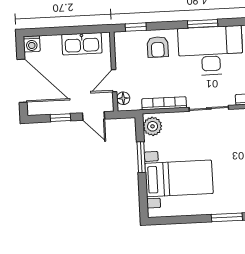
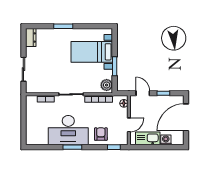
washing machine: (32, 44) -> (166, 140), moved
door: (22, 81) -> (186, 117), hinge flipped
door: (114, 81) -> (129, 125), moved

